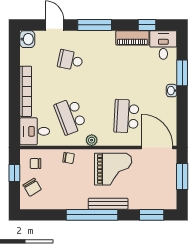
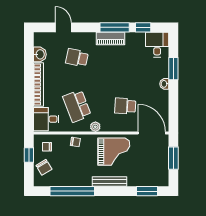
window: (95, 25) -> (115, 27), moved
piano: (132, 38) -> (110, 38), moved
washbasin: (27, 39) -> (40, 54), moved
school desk: (126, 116) -> (125, 106), width x0.54
window: (92, 215) -> (72, 191), moved

